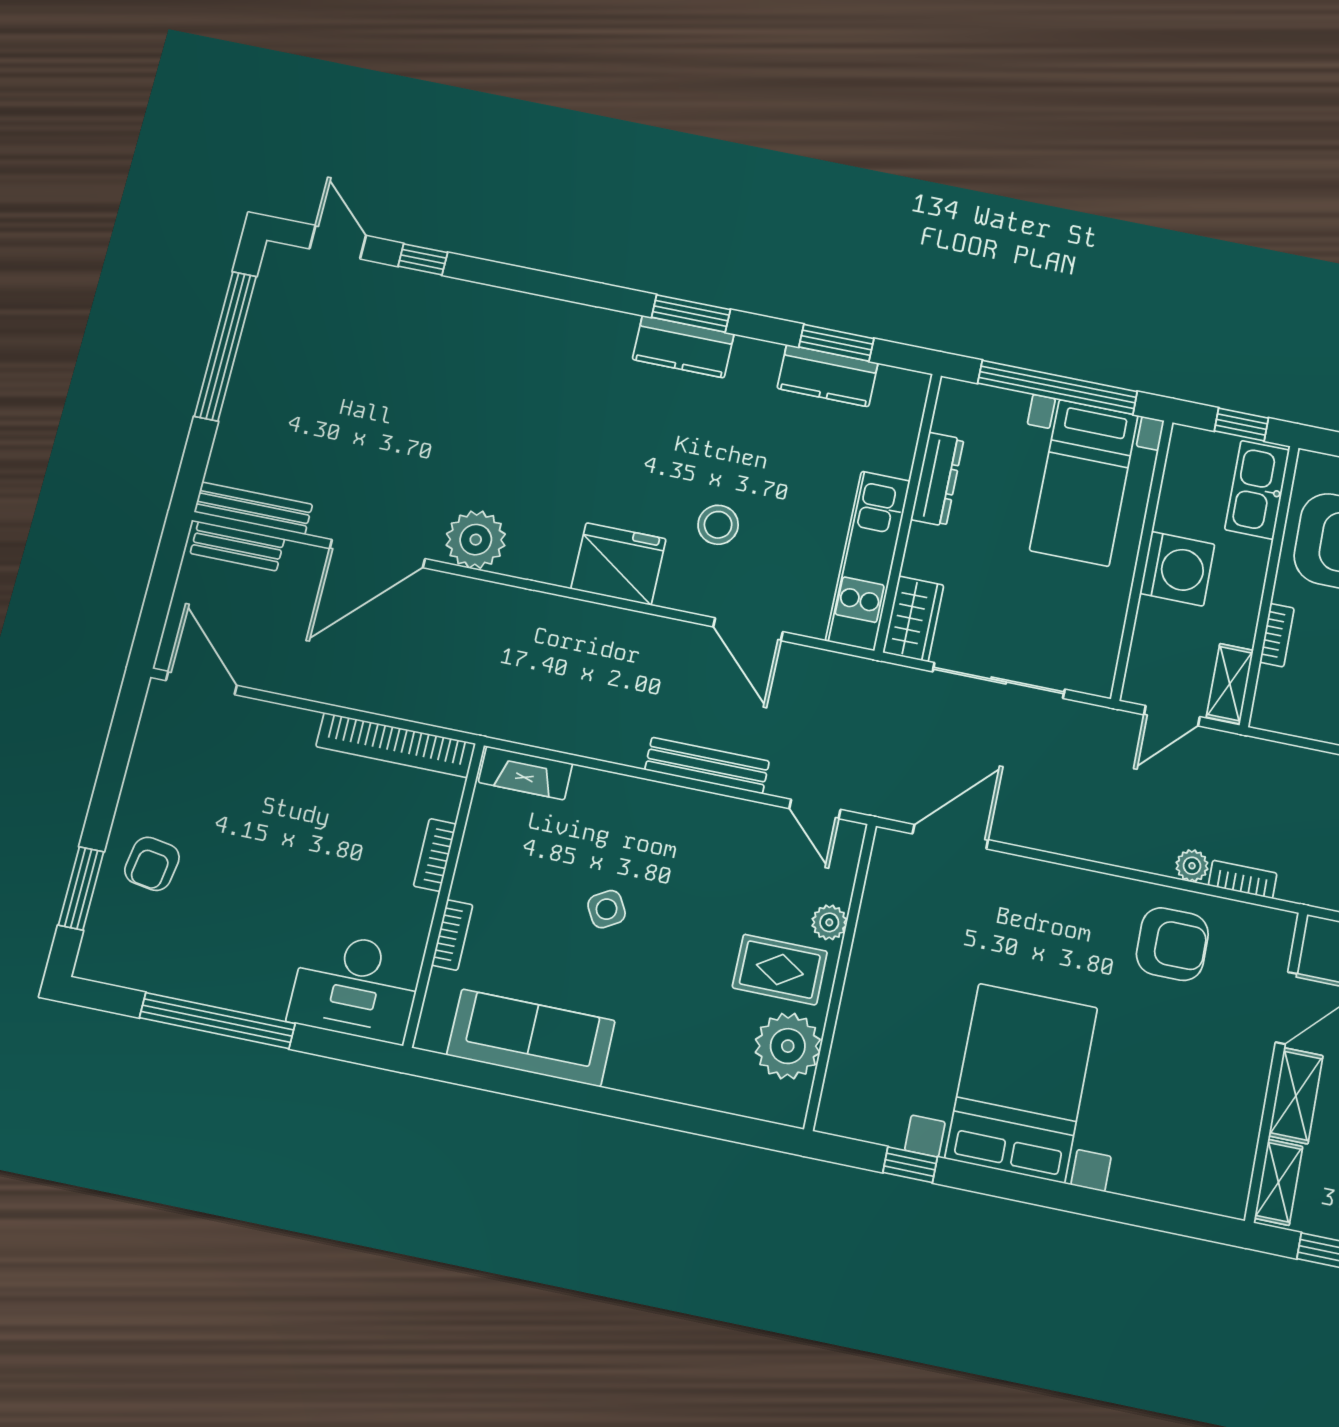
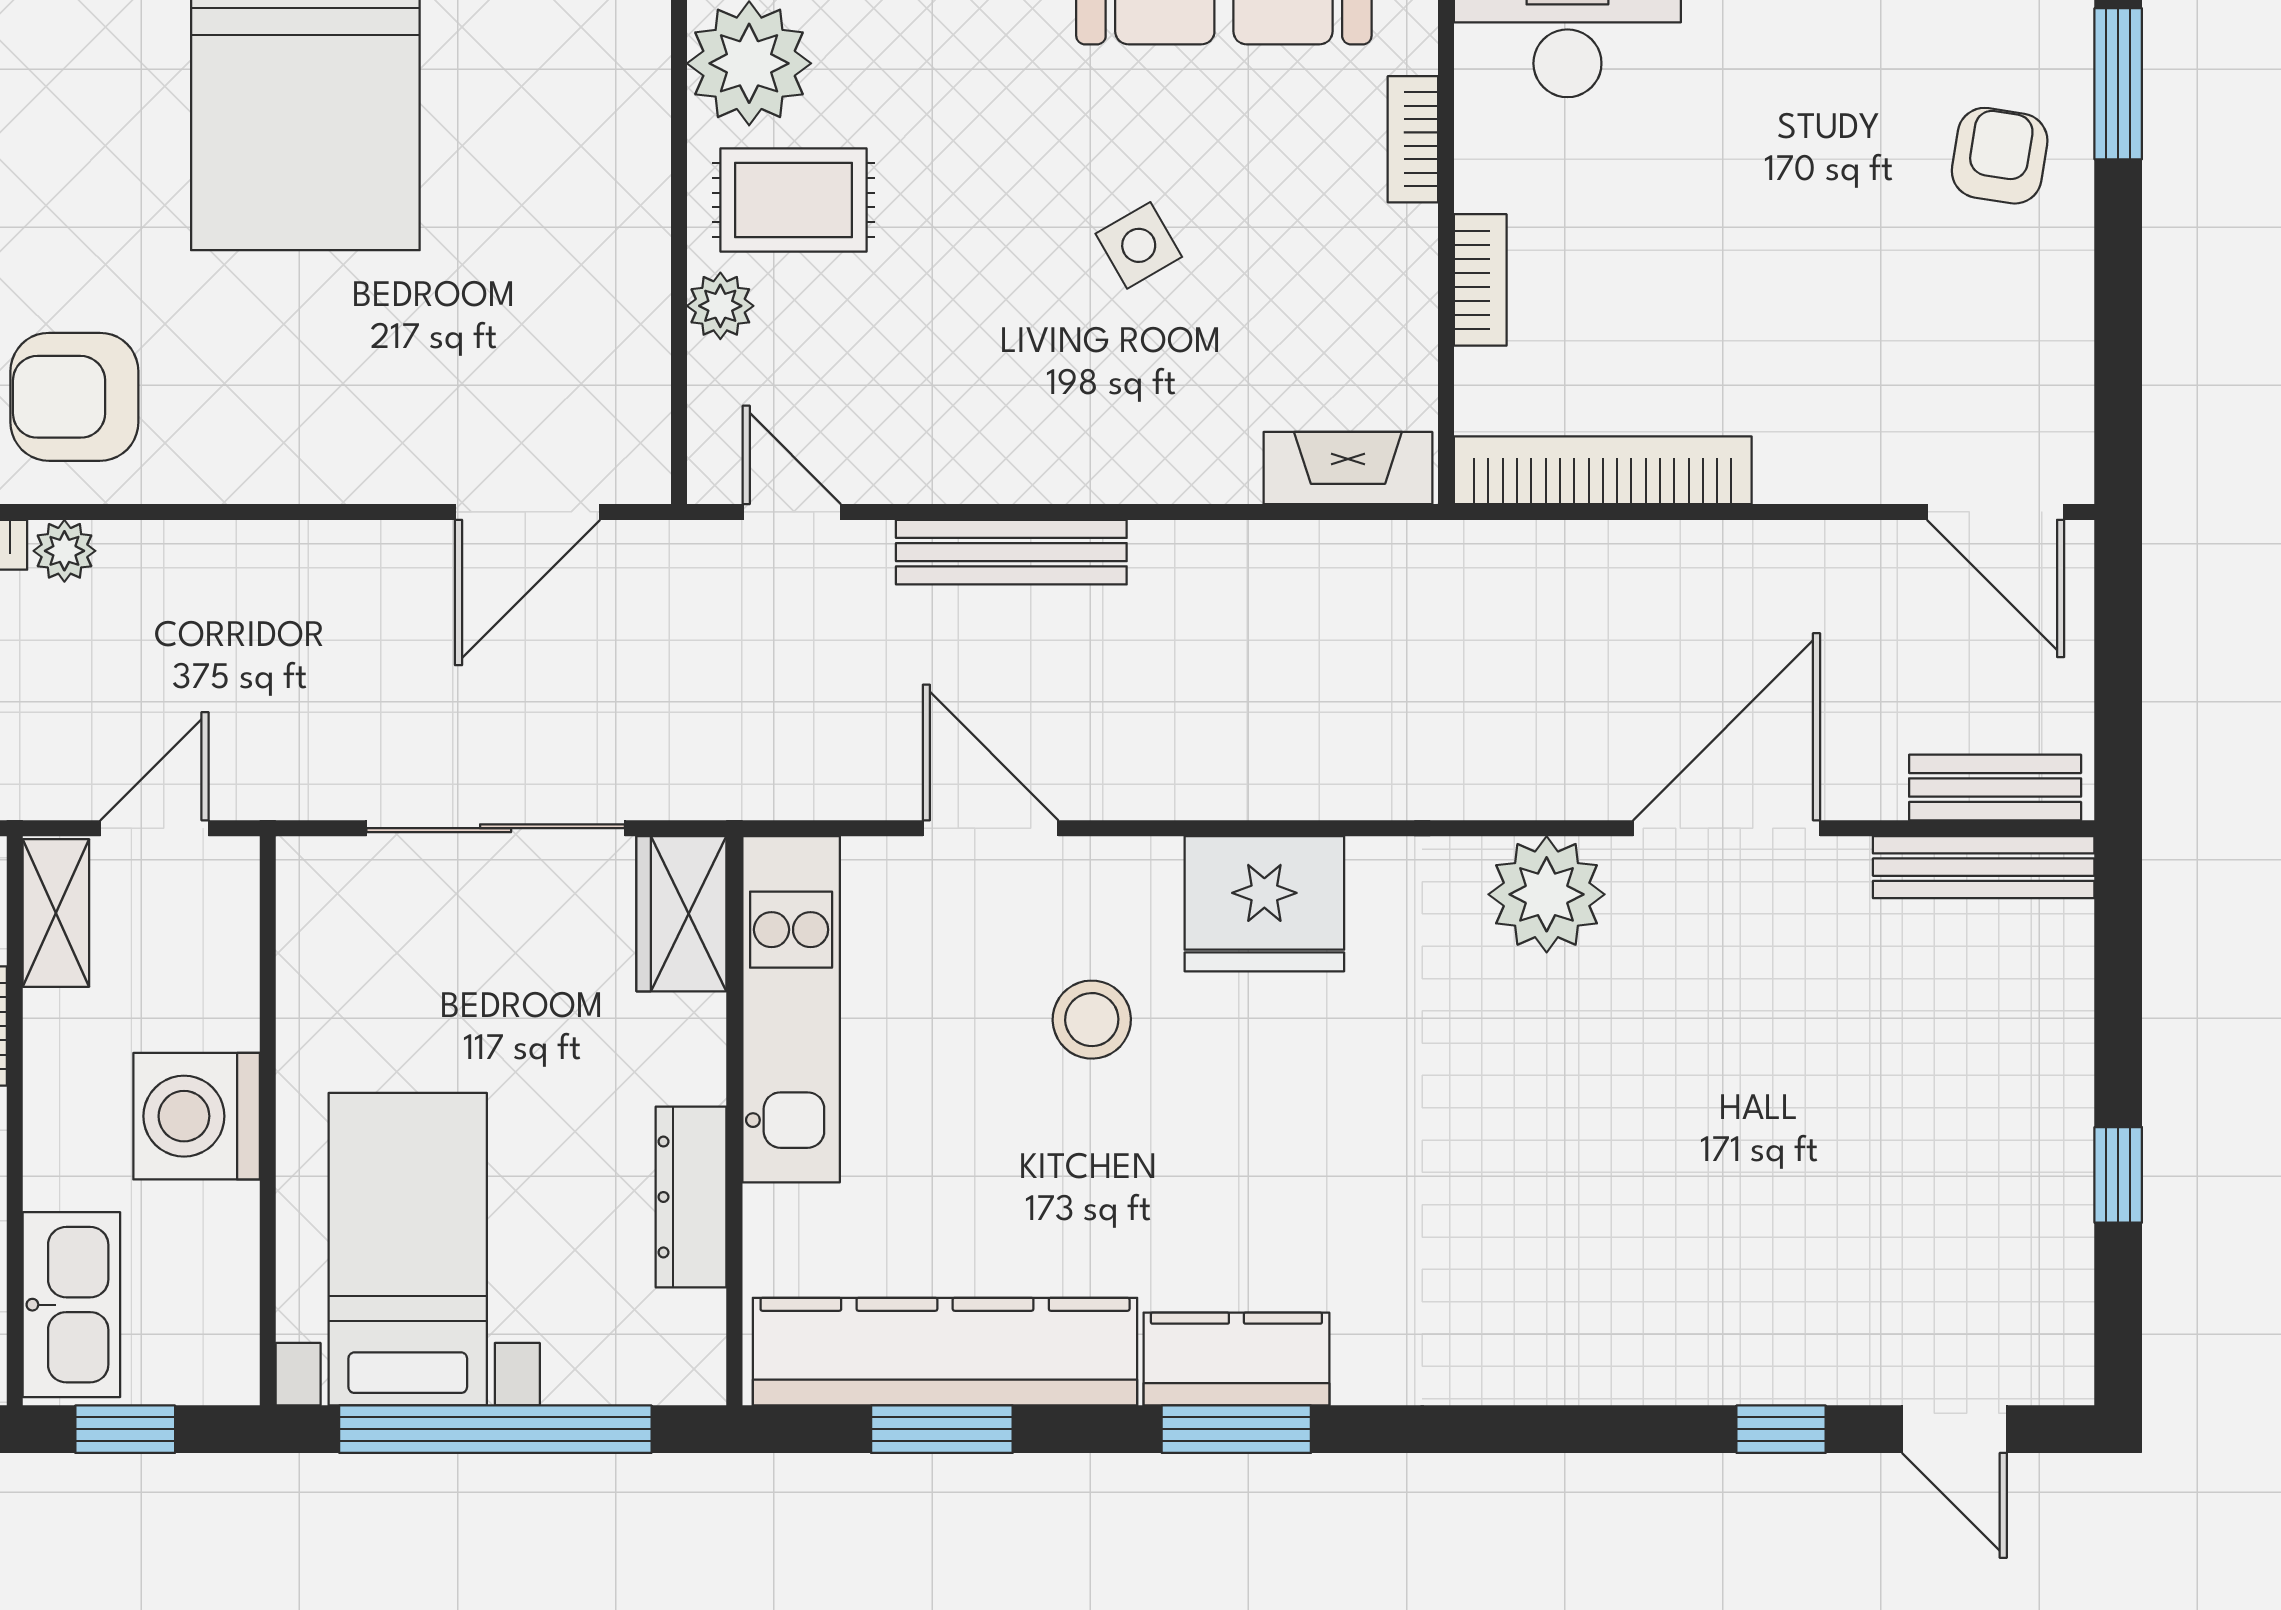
window: (225, 346) -> (2118, 1175), width x0.32
kitchen counter: (828, 376) -> (945, 1352), width x2.08, depth x1.17

